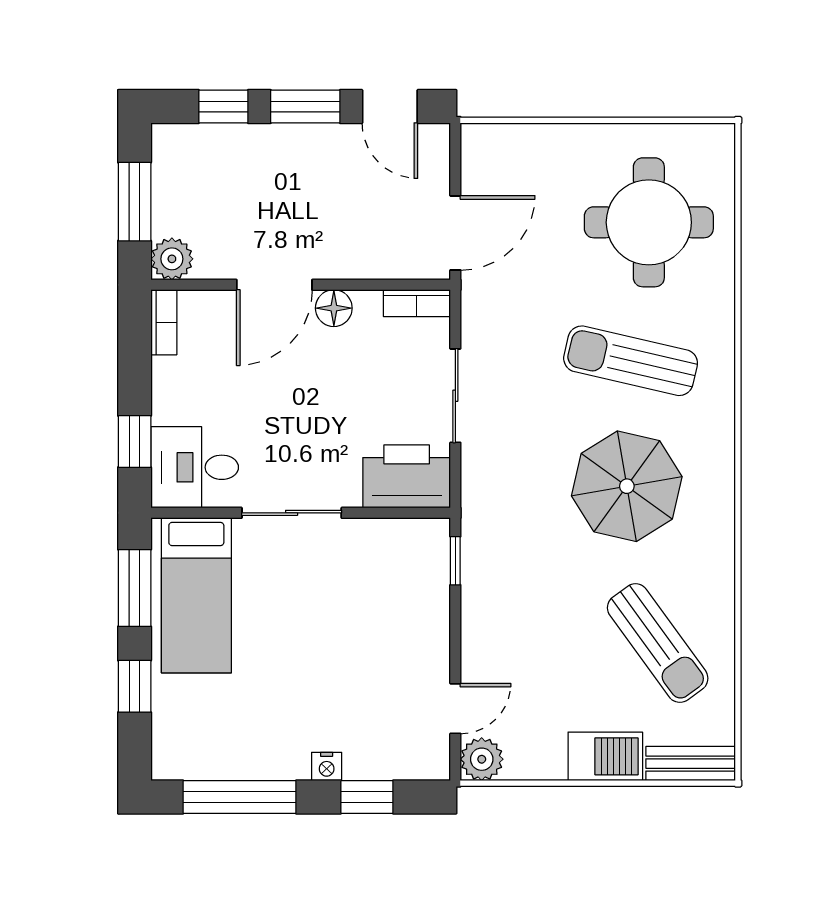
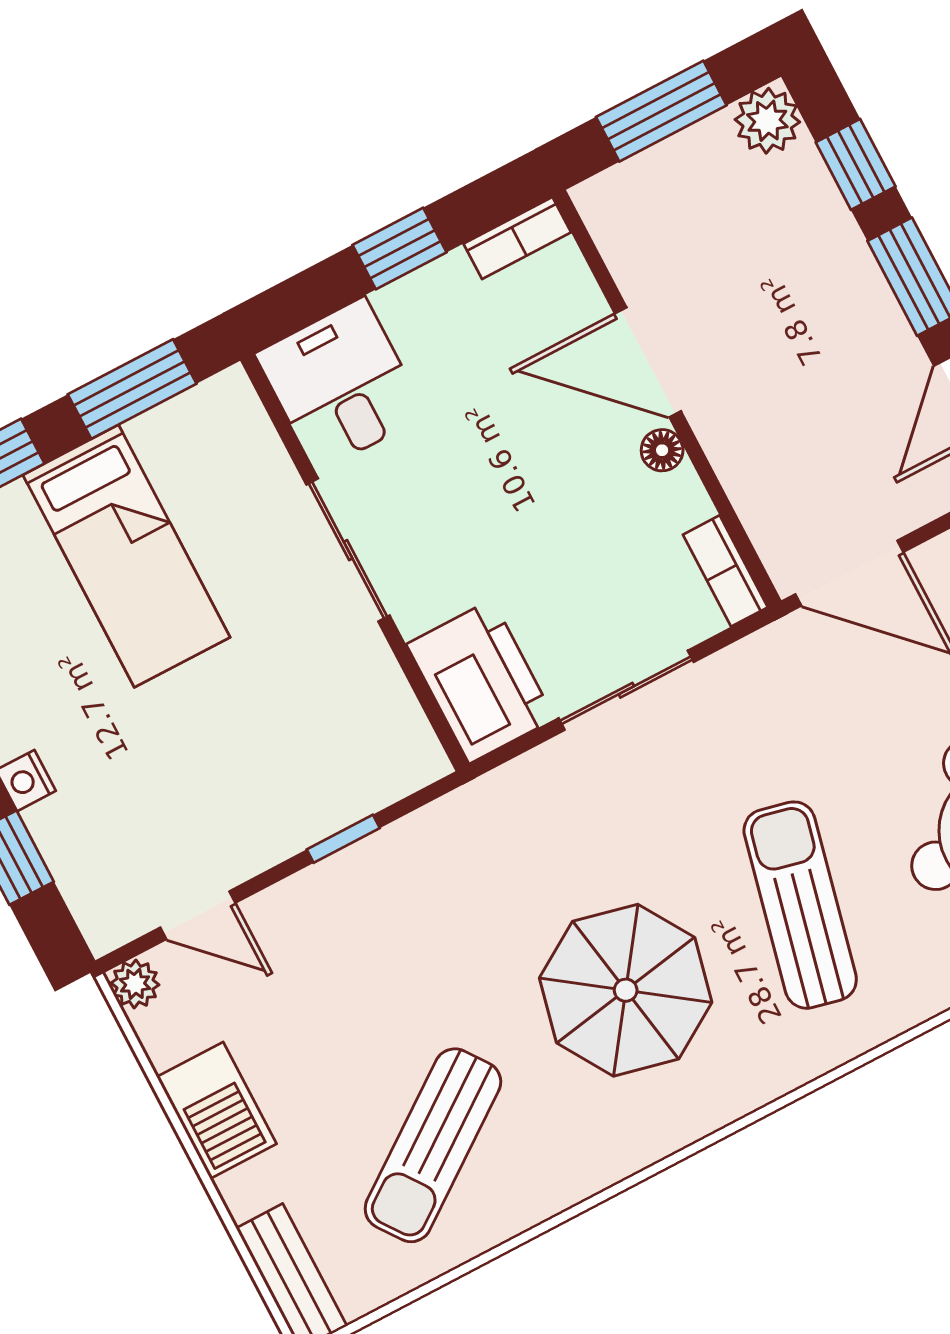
plant: (172, 259) -> (767, 121), moved
floor lamp: (334, 308) -> (662, 450), width x0.73, depth x0.73
window: (135, 442) -> (400, 249), moved
window: (455, 561) -> (343, 839), moved
bed: (196, 595) -> (126, 556), moved, turned -90
barbecue: (605, 756) -> (217, 1110), moved
plant: (482, 759) -> (135, 984), width x0.73, depth x0.73

